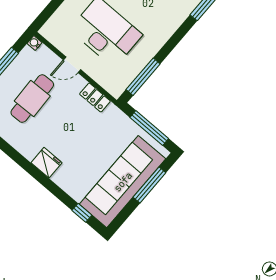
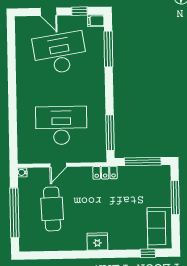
locker: (95, 98) -> (105, 173), moved
sofa: (123, 182) -> (160, 228), width x0.54, depth x0.79

